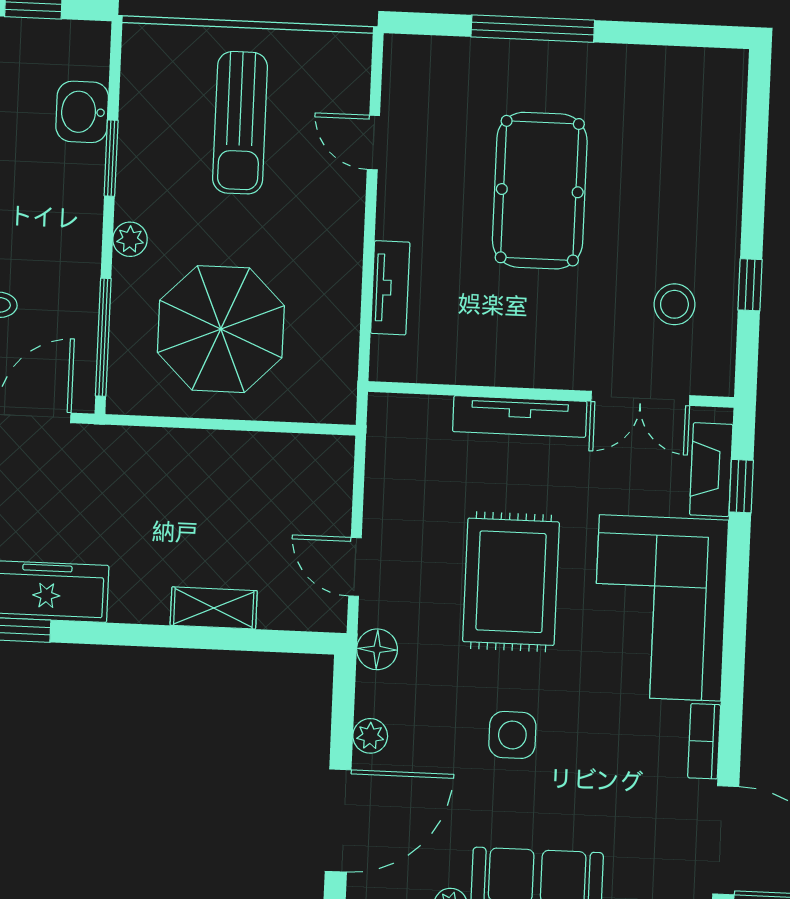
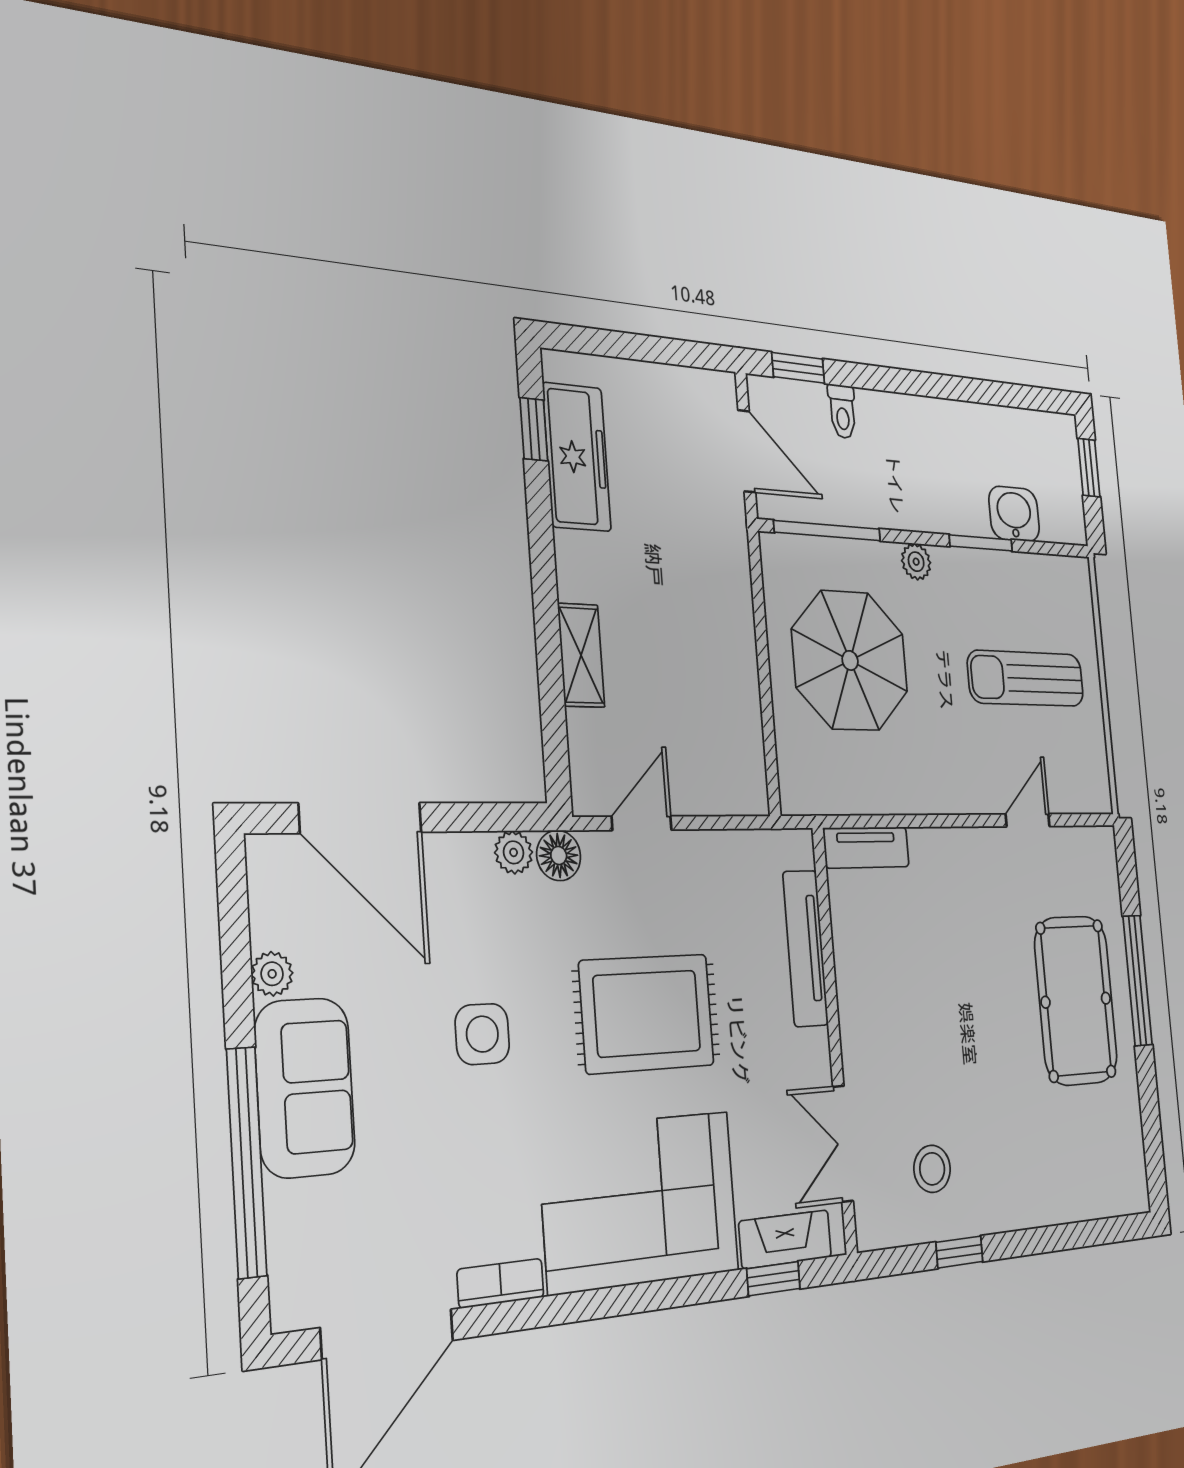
pool table: (540, 191) -> (1076, 1000), moved, turned 90
tv unit: (390, 288) -> (866, 847), moved
tv unit: (520, 416) -> (805, 948), moved
plant: (370, 736) -> (514, 852), moved

